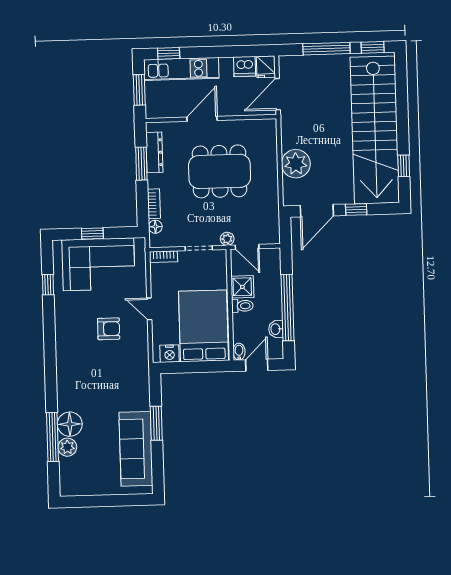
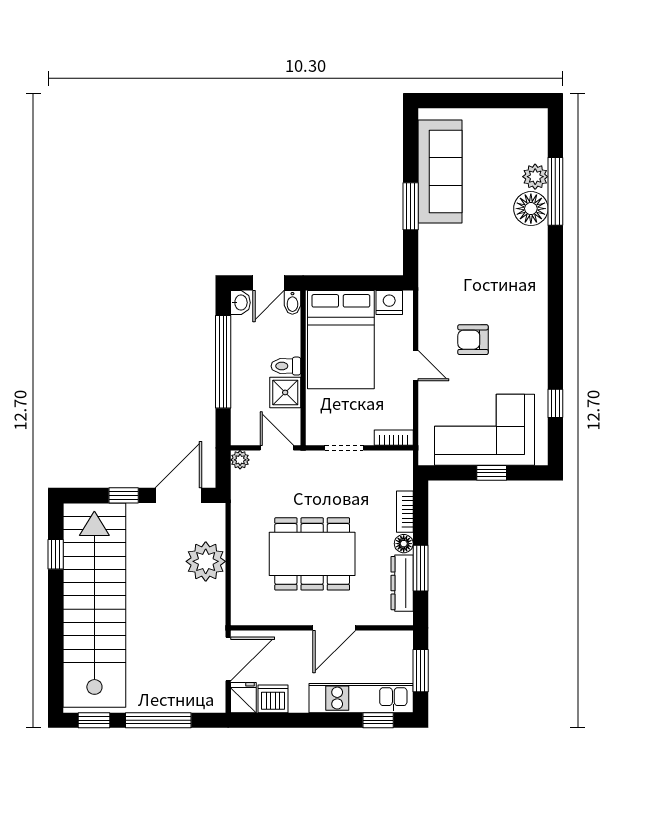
floor lamp: (155, 227) -> (404, 544), moved
plant: (227, 239) -> (240, 460), moved
washbasin: (276, 329) -> (240, 303), moved

